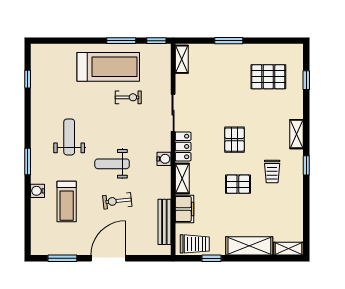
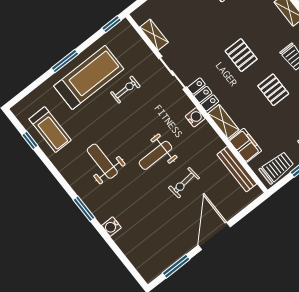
window: (121, 41) -> (65, 61), moved
shelving: (182, 59) -> (154, 35), moved
pallet: (238, 184) -> (273, 90), turned 90
treadmill: (67, 201) -> (50, 130), moved

